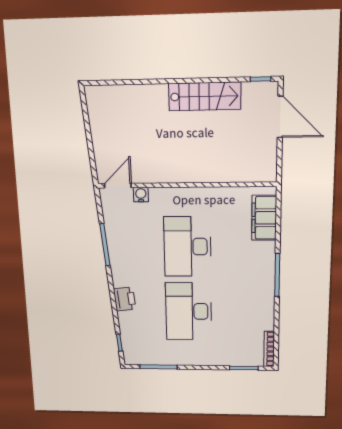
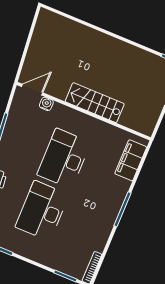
stairs: (205, 96) -> (95, 103), moved, turned 180

